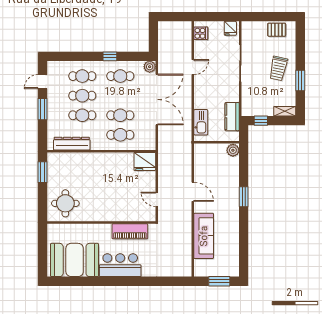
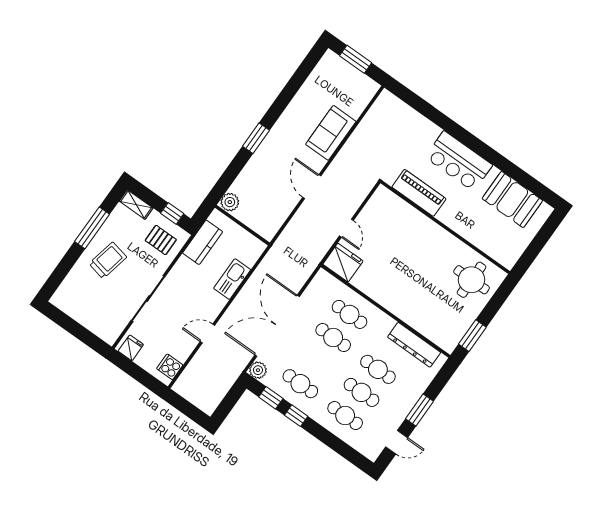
pallet: (277, 30) -> (161, 240), moved
window: (131, 56) -> (271, 398), added
window: (300, 80) -> (92, 228), width x1.44
kitchen sink: (201, 122) -> (232, 279), moved
door: (157, 199) -> (346, 228), moved
sofa: (204, 236) -> (331, 133), width x0.73
booth: (75, 260) -> (512, 200), width x0.73, depth x0.70

